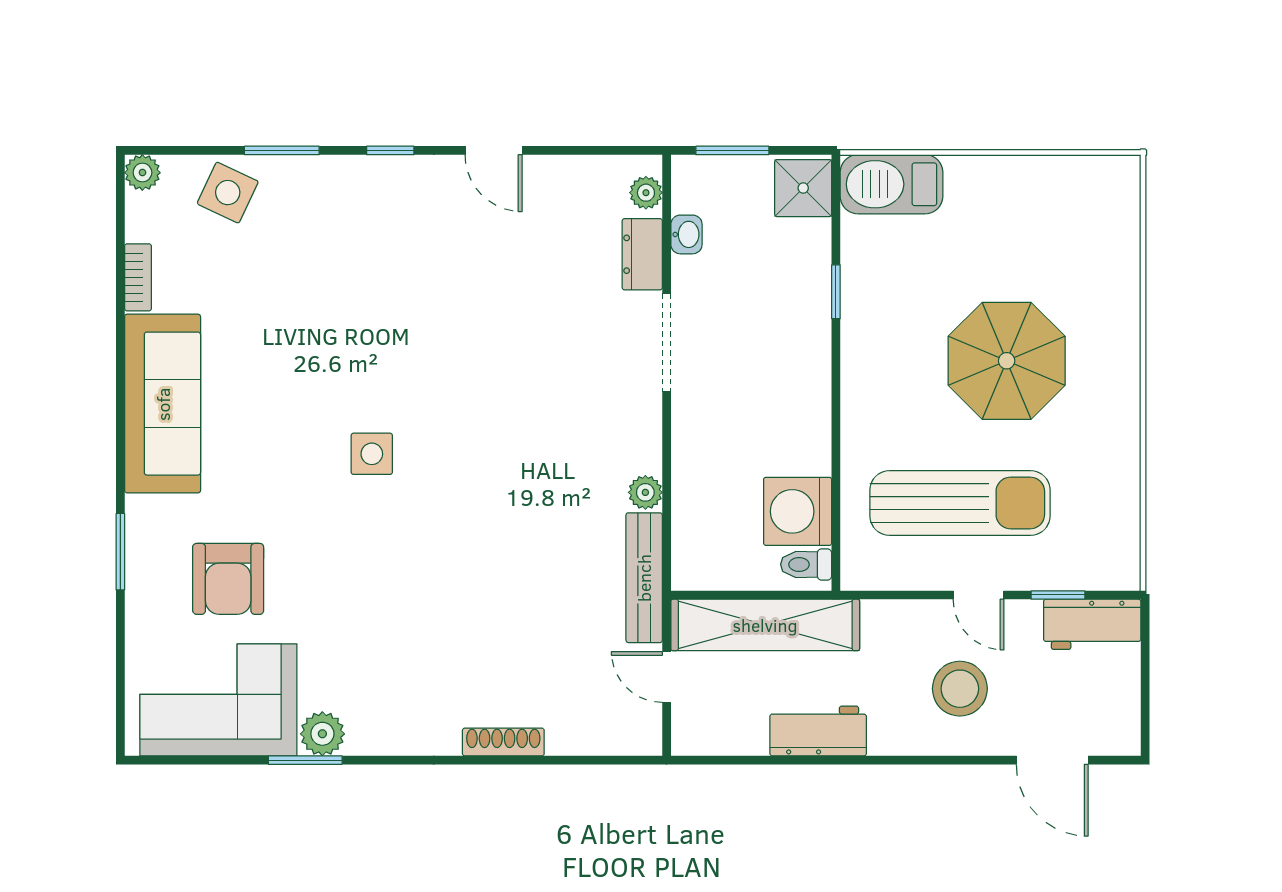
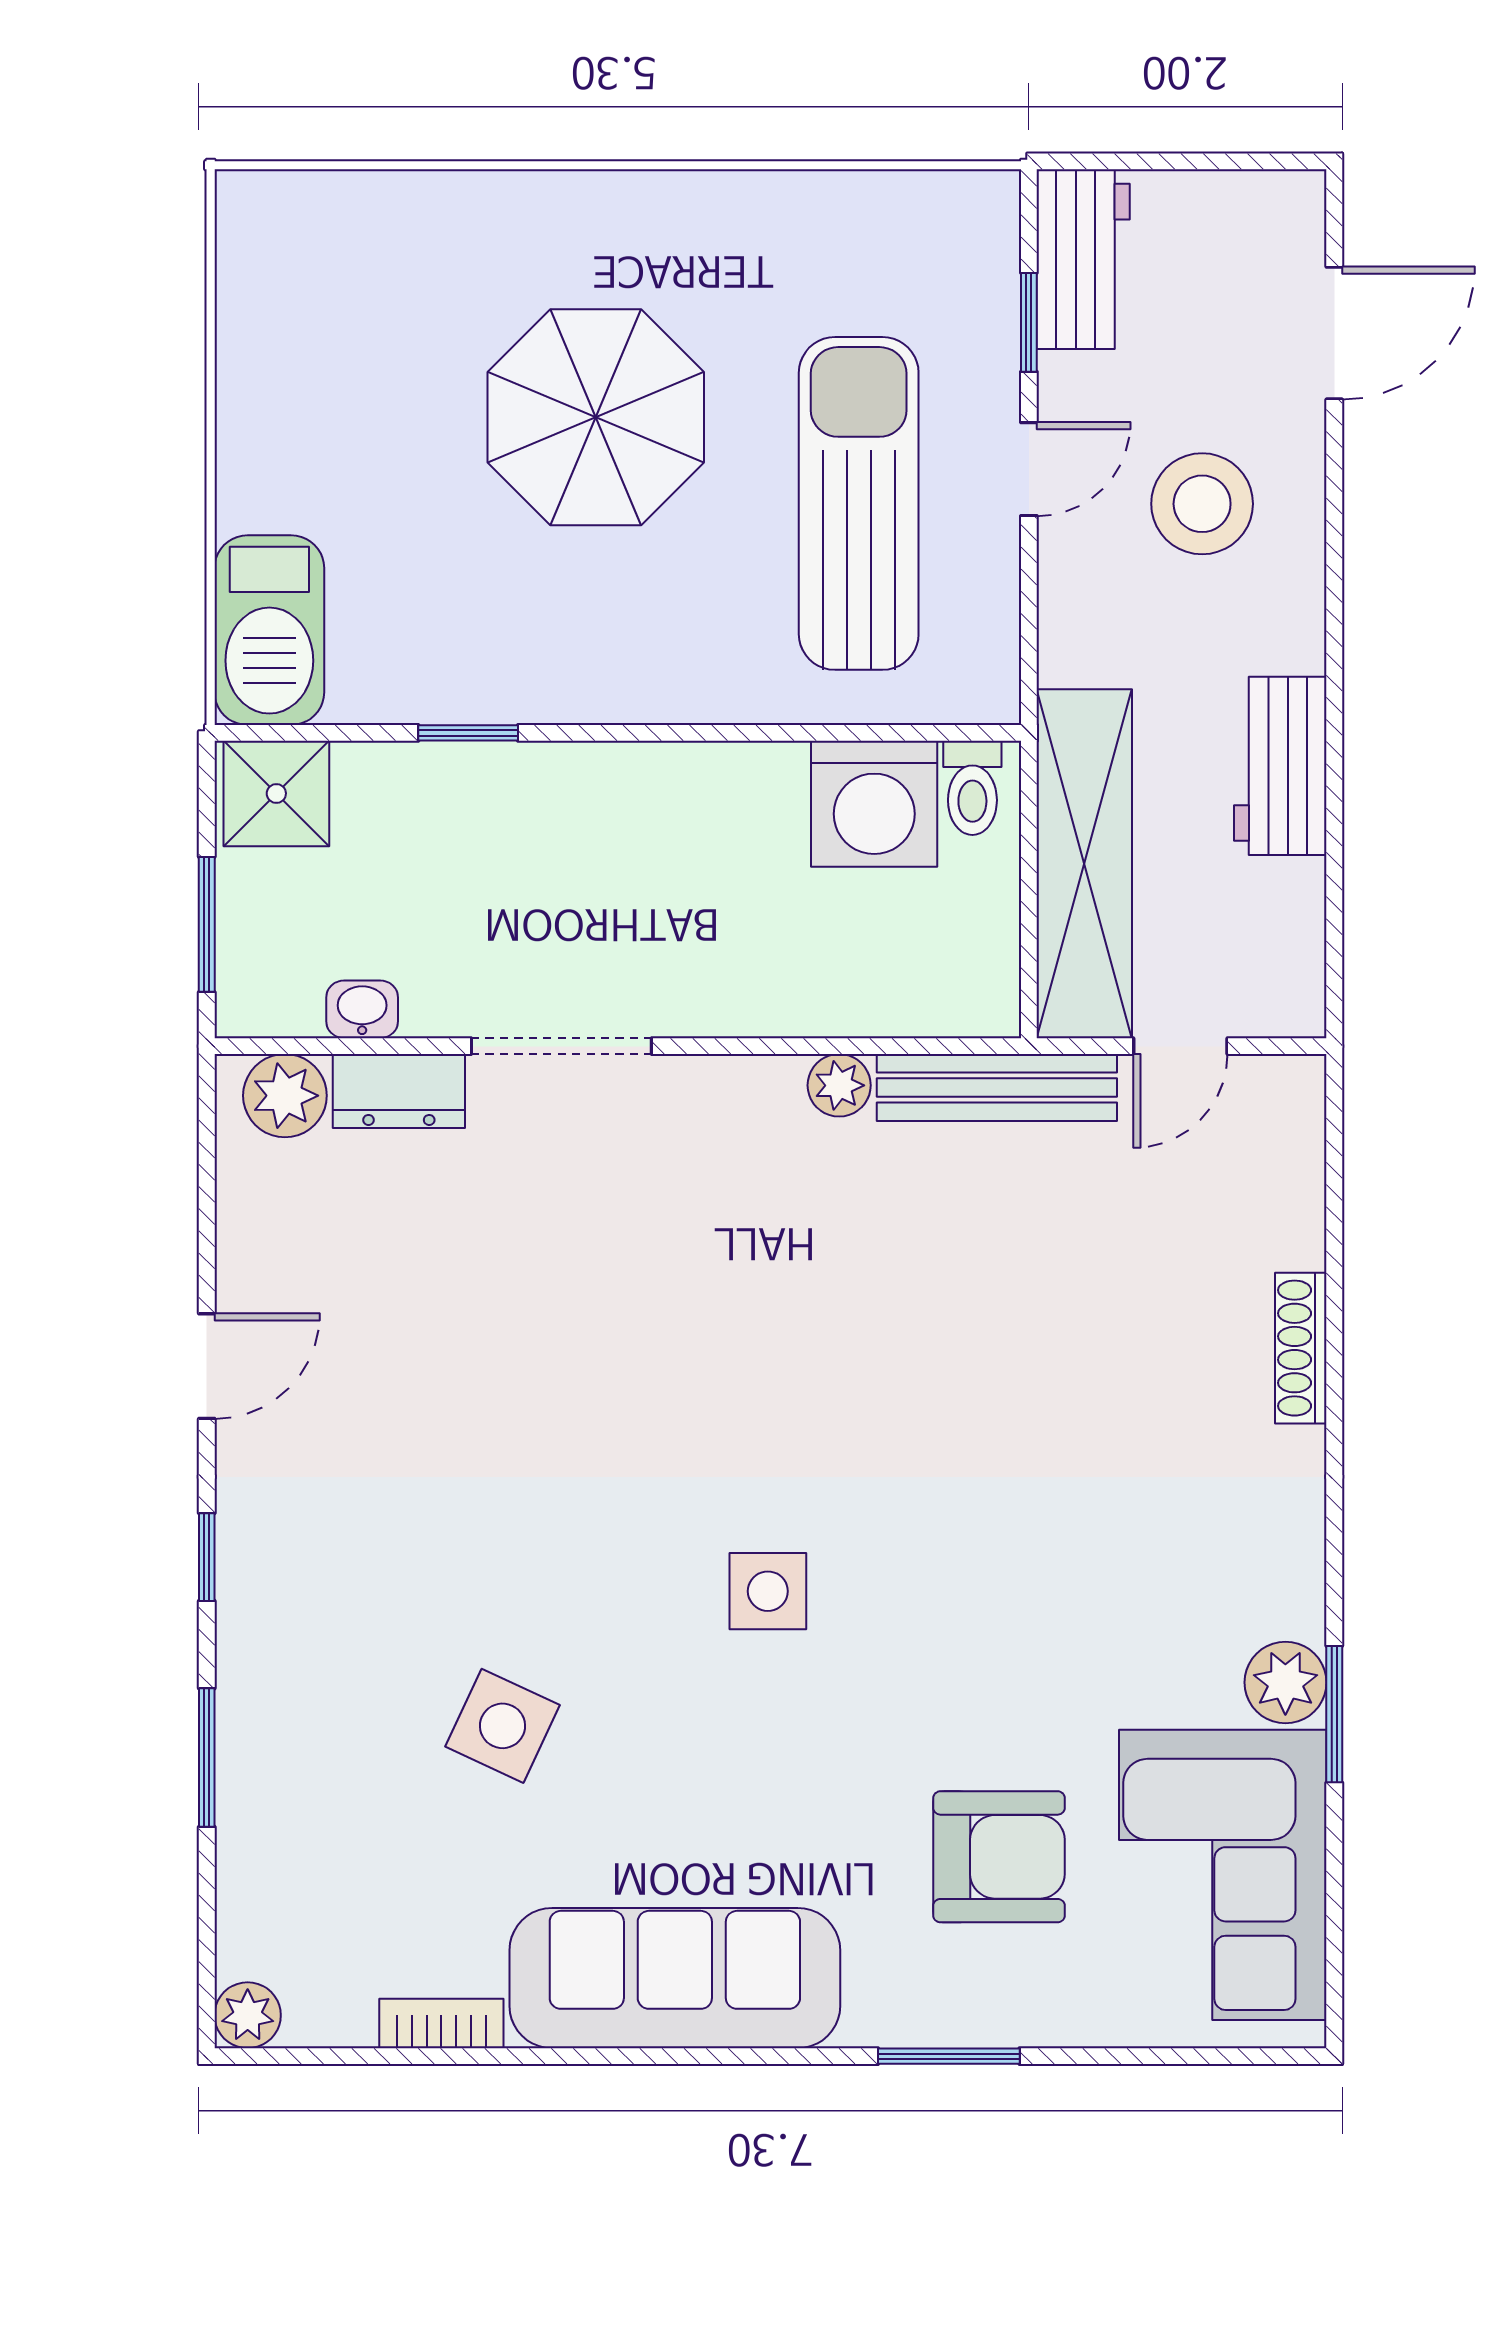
side table: (228, 193) -> (502, 1726), moved
plant: (646, 193) -> (285, 1096), width x1.38, depth x1.38

